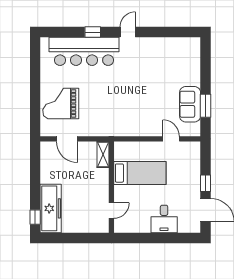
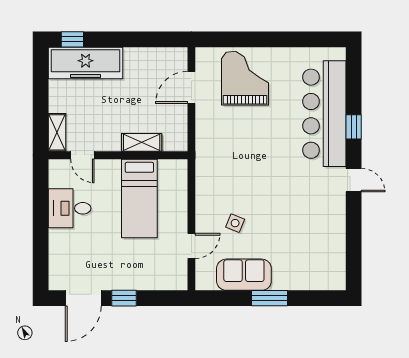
window: (205, 106) -> (269, 298), moved
side table: (156, 110) -> (235, 223), added
shelving: (103, 154) -> (142, 142), moved
desk: (164, 219) -> (70, 208), moved
shelving: (96, 227) -> (57, 132), added

